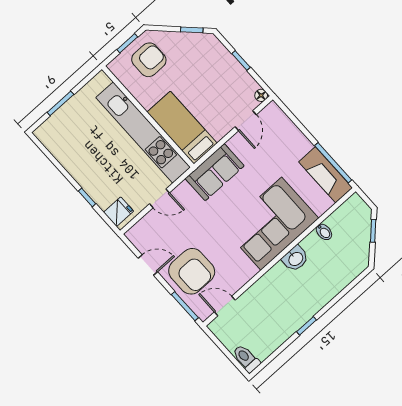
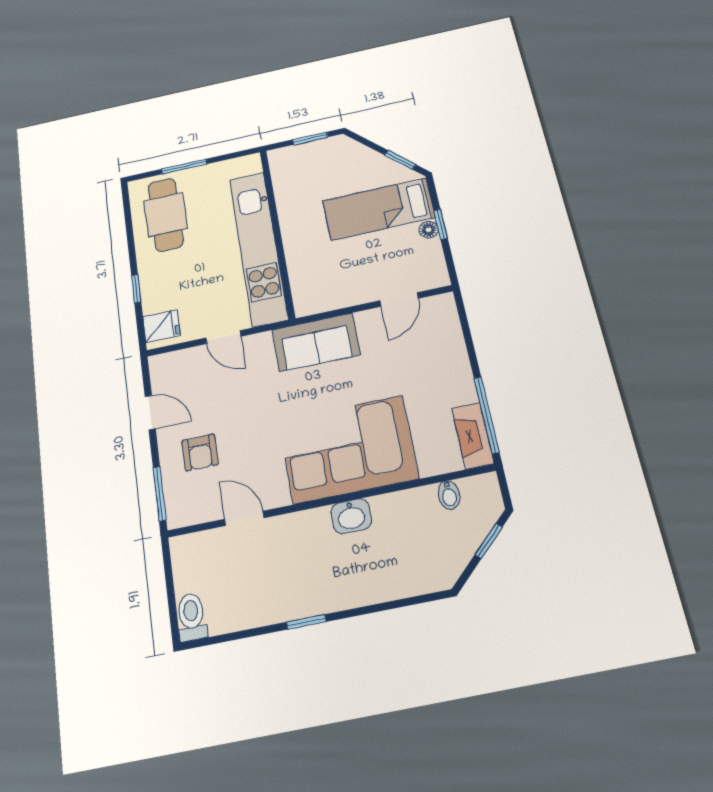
armchair: (149, 60) -> (324, 169), removed
floor lamp: (261, 95) -> (429, 230), moved
bed: (182, 128) -> (379, 209), moved, turned -90
cafe table: (71, 141) -> (166, 215), added
fireplace: (326, 175) -> (473, 436), width x0.73, depth x0.76
bidet: (324, 232) -> (449, 495), moved
armchair: (192, 271) -> (200, 453), width x0.53, depth x0.53
door: (225, 306) -> (244, 518), moved

